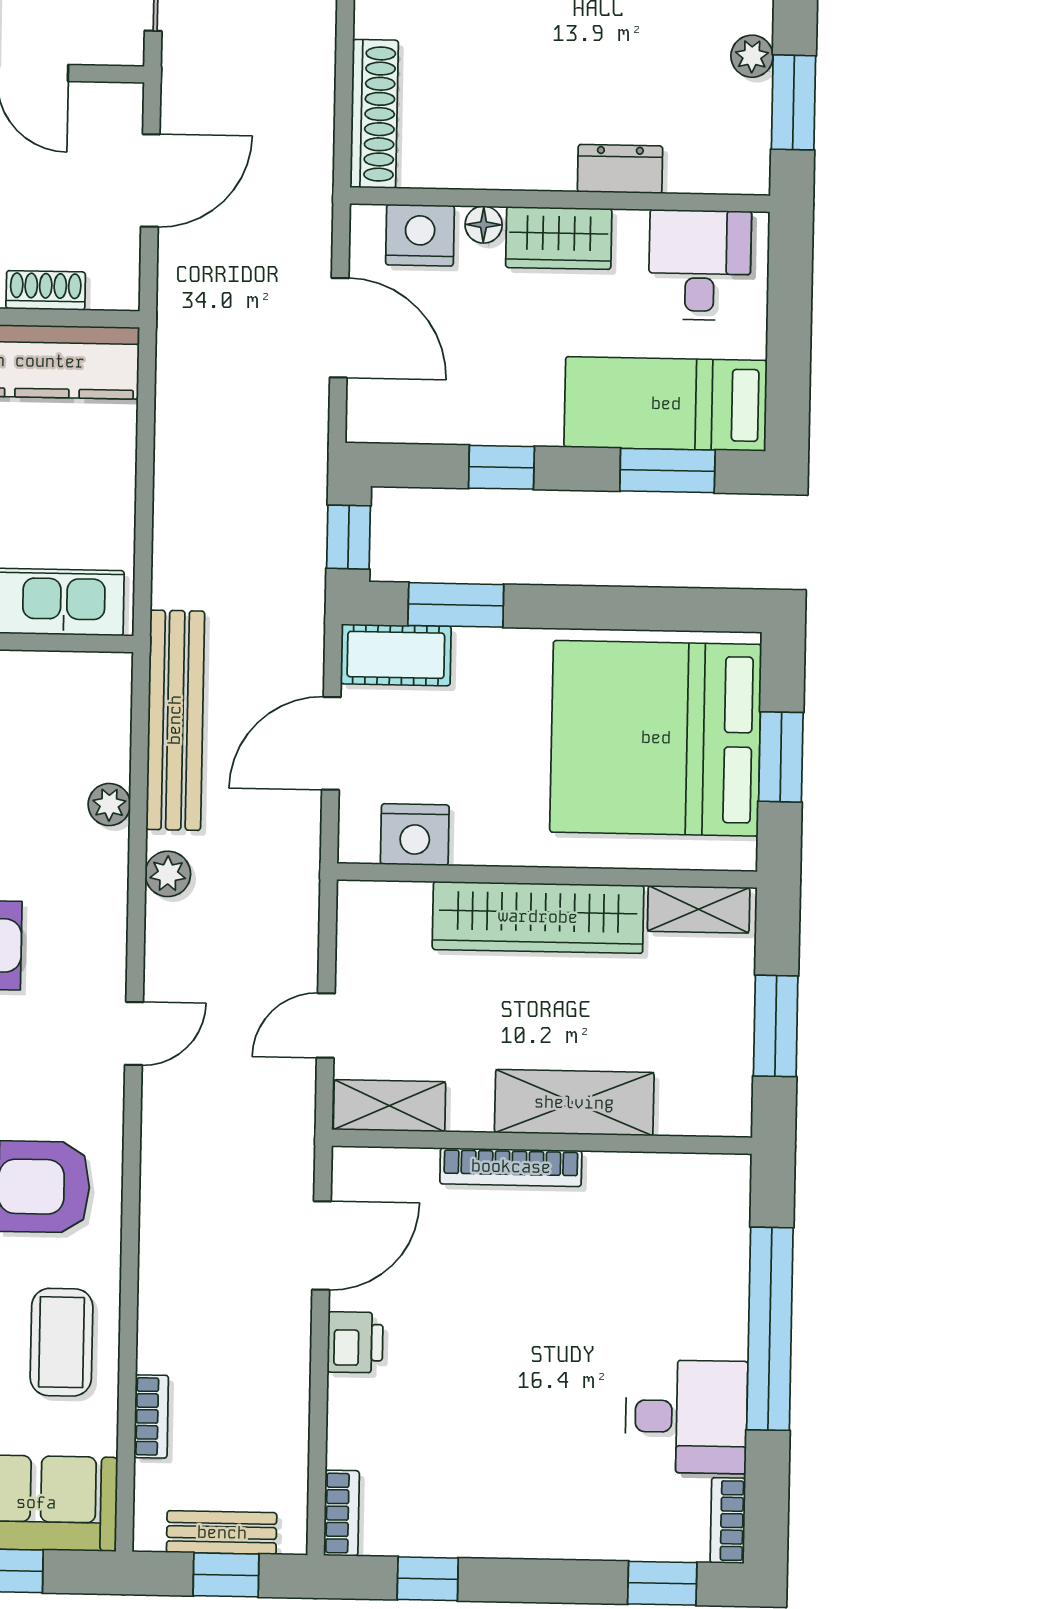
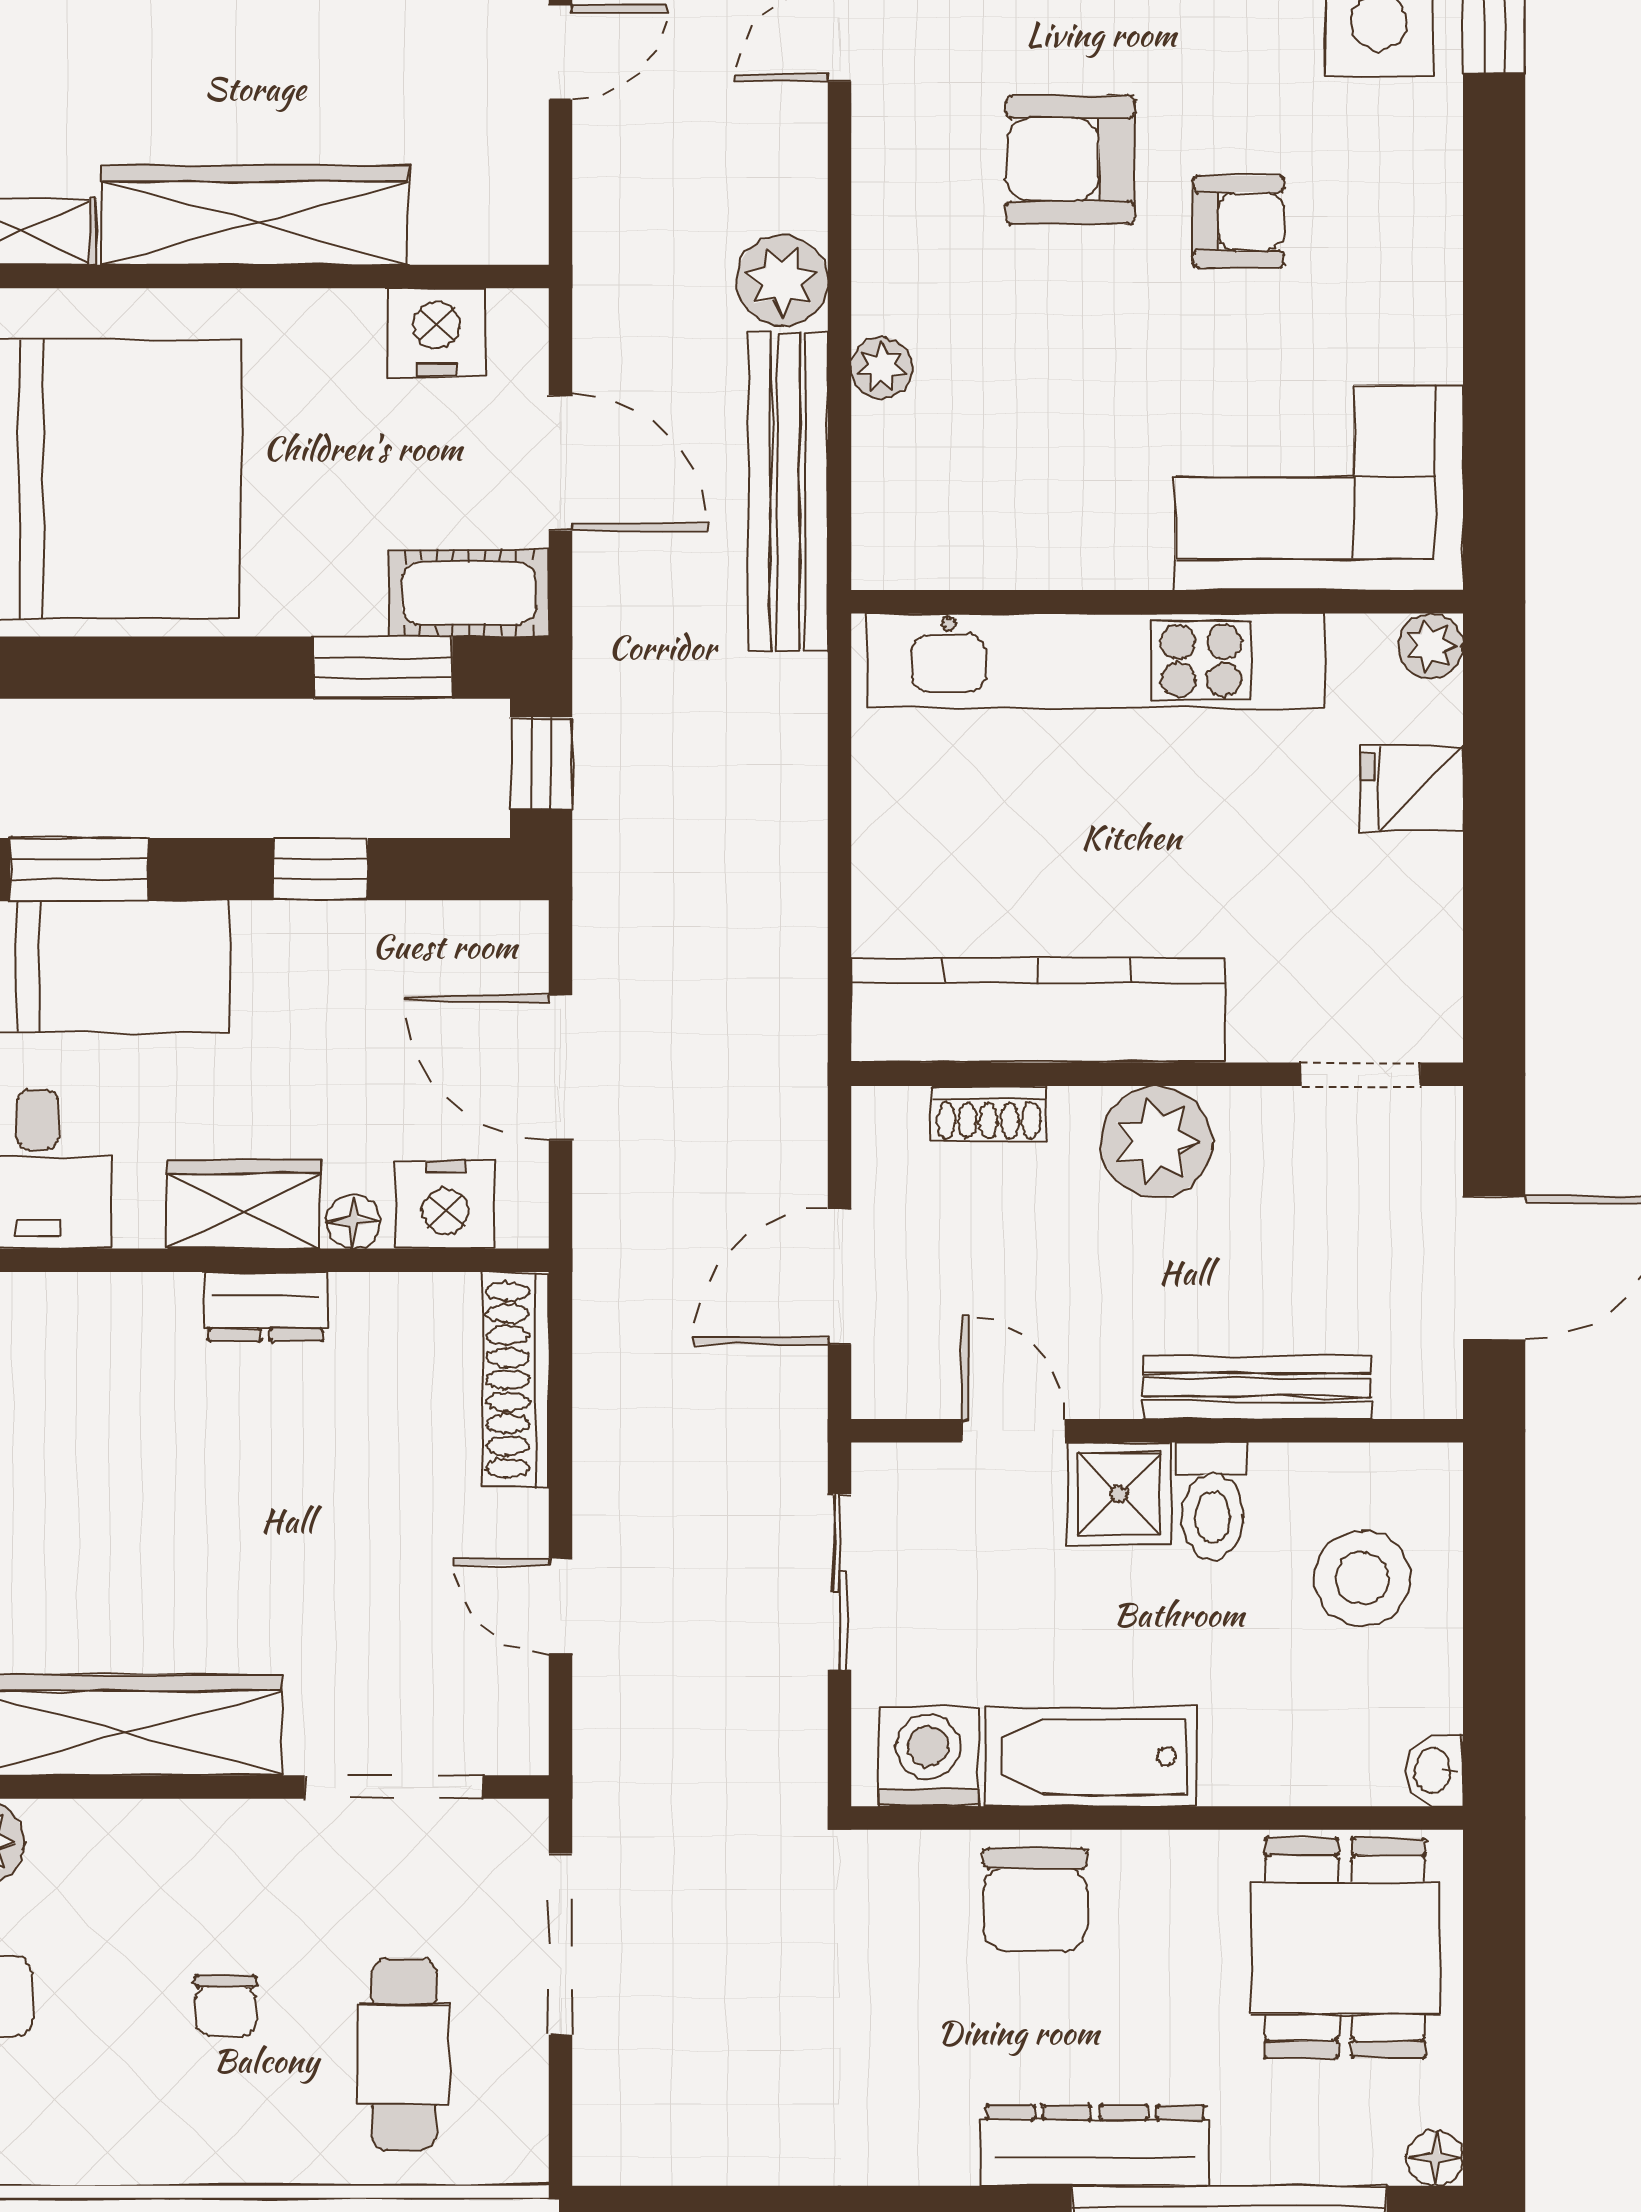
dresser: (620, 169) -> (266, 1306), moved
door: (331, 743) -> (561, 463), hinge flipped
plant: (168, 874) -> (782, 281), width x1.38, depth x1.38

